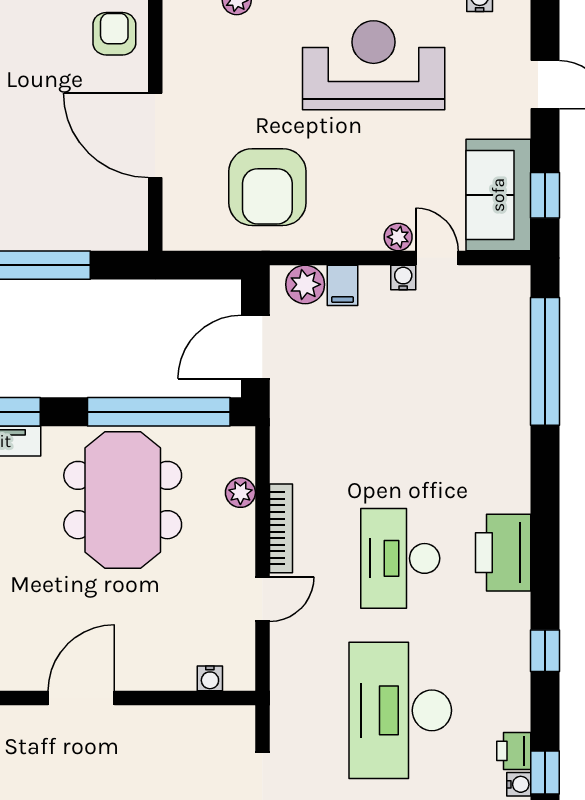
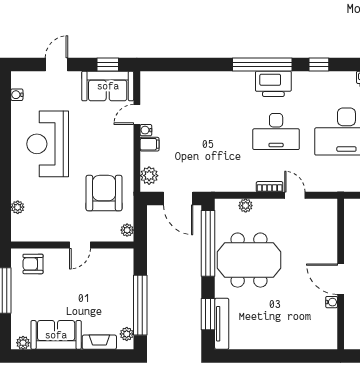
door: (155, 135) -> (80, 245), width x0.53
armchair: (267, 187) -> (104, 193), turned -90
plant: (398, 237) -> (127, 230), moved
filing cabinet: (342, 285) -> (150, 144), moved
window: (545, 361) -> (262, 64), moved
bookcase: (281, 528) -> (270, 187), width x0.64
water cooler: (210, 678) -> (332, 302), moved

